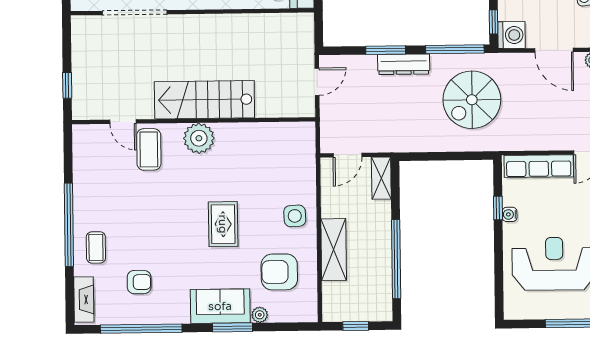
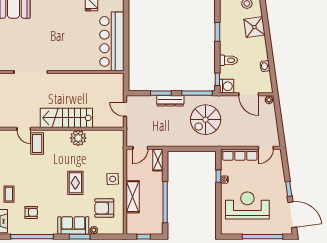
door: (317, 82) -> (125, 109), swing flipped
plant: (199, 138) -> (78, 138), moved

